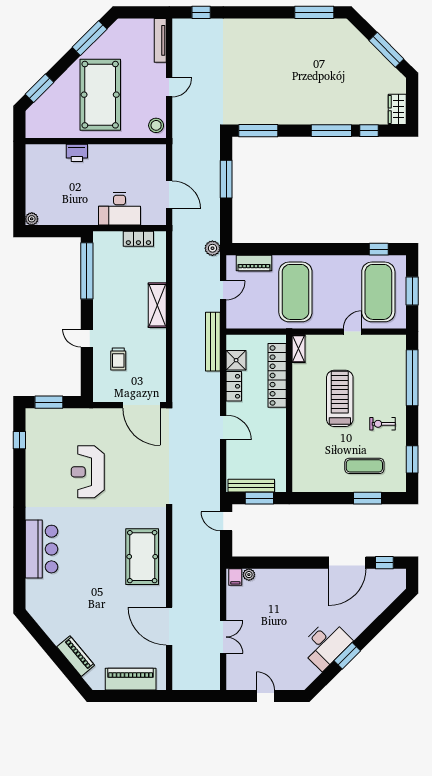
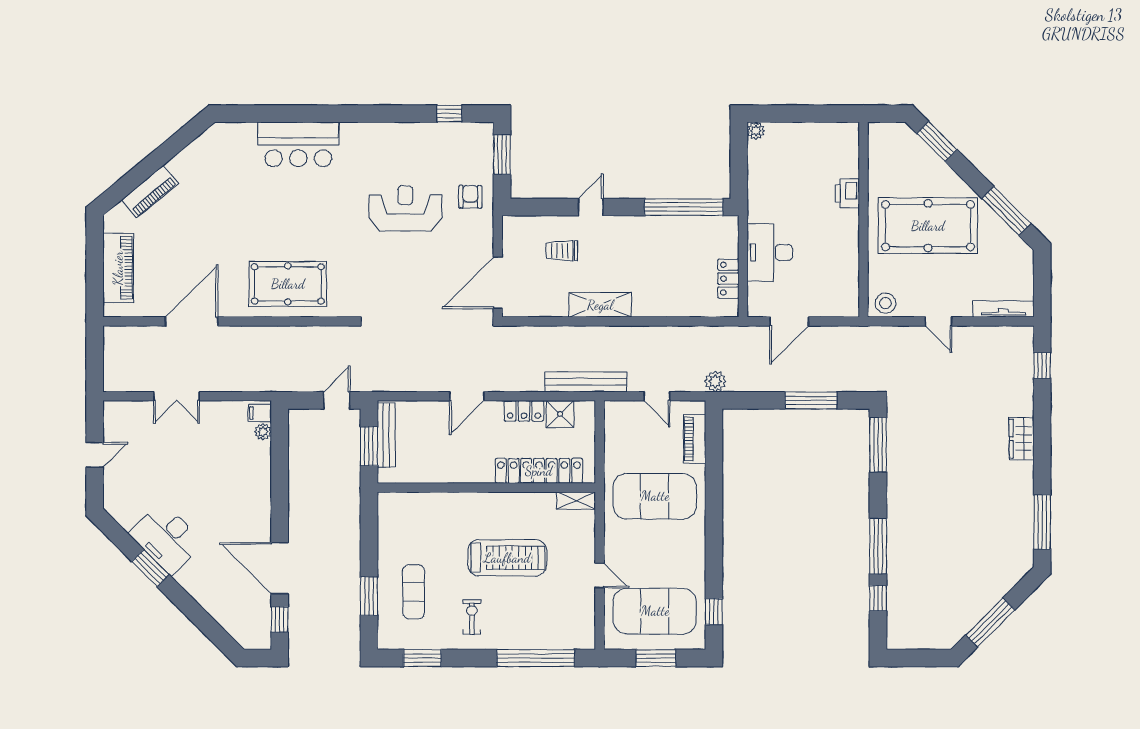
wardrobe: (397, 109) -> (1022, 439), moved, turned -90
shelving: (157, 305) -> (600, 305), moved
armchair: (79, 425) -> (470, 197), added

